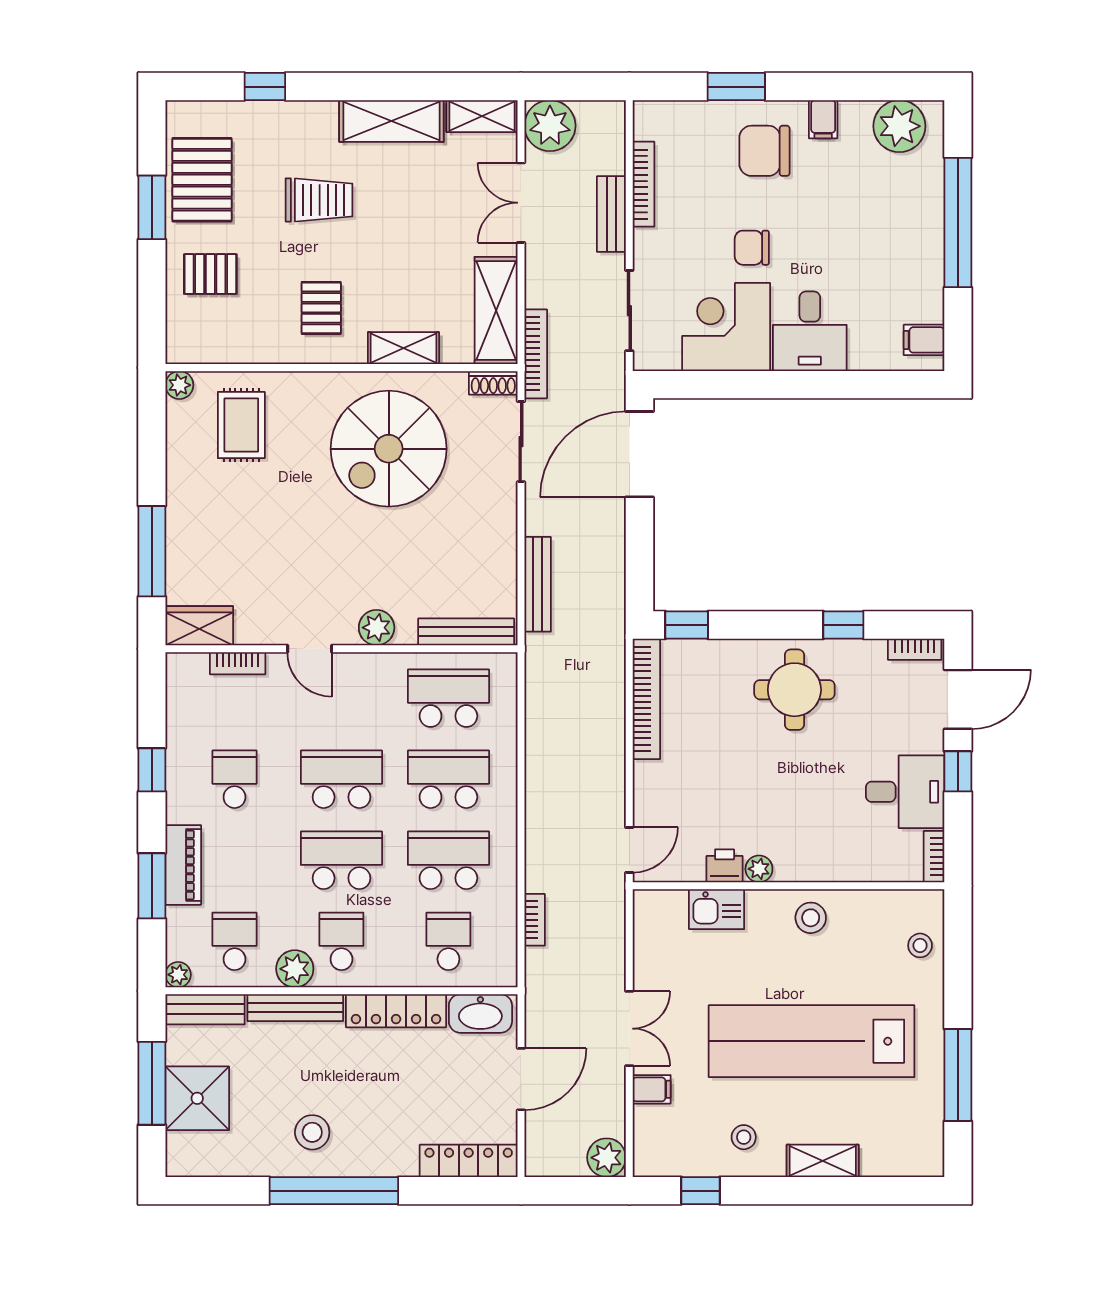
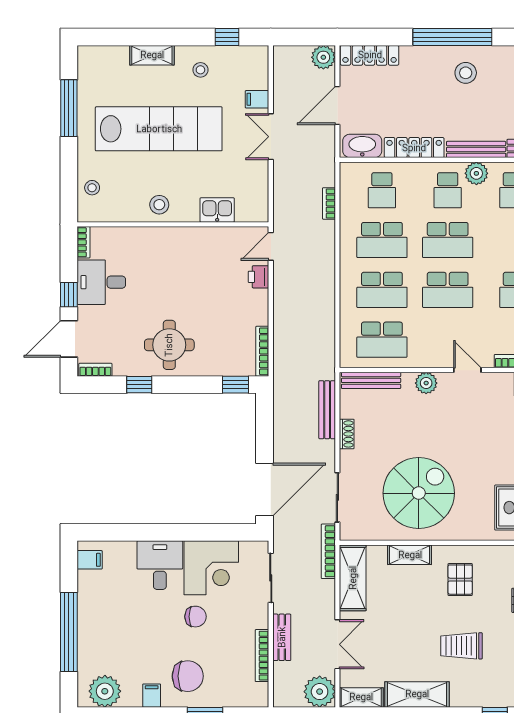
shoe rack: (493, 383) -> (347, 434), moved, turned 90
bookcase: (646, 699) -> (262, 351), width x0.68, depth x0.76
printer: (725, 866) -> (259, 277), moved, turned 90
plant: (759, 869) -> (191, 235), removed
plant: (607, 1158) -> (323, 57), moved

